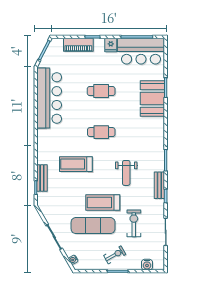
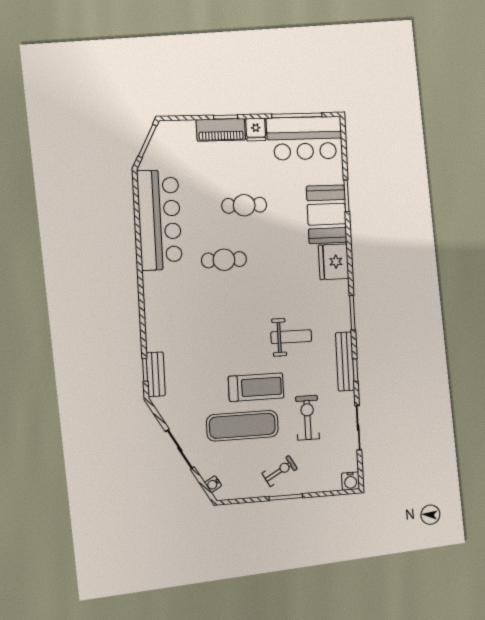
piano: (78, 45) -> (221, 130), moved
fridge: (155, 128) -> (334, 262), added
cafe table: (101, 132) -> (224, 260), moved
treadmill: (76, 164) -> (209, 327), removed
weight bench: (126, 173) -> (291, 337), turned -90
bench: (42, 178) -> (156, 374), moved
bench: (159, 185) -> (345, 361), width x1.36
treadmill: (103, 203) -> (256, 387), turned 180
water cooler: (147, 265) -> (351, 481), moved

